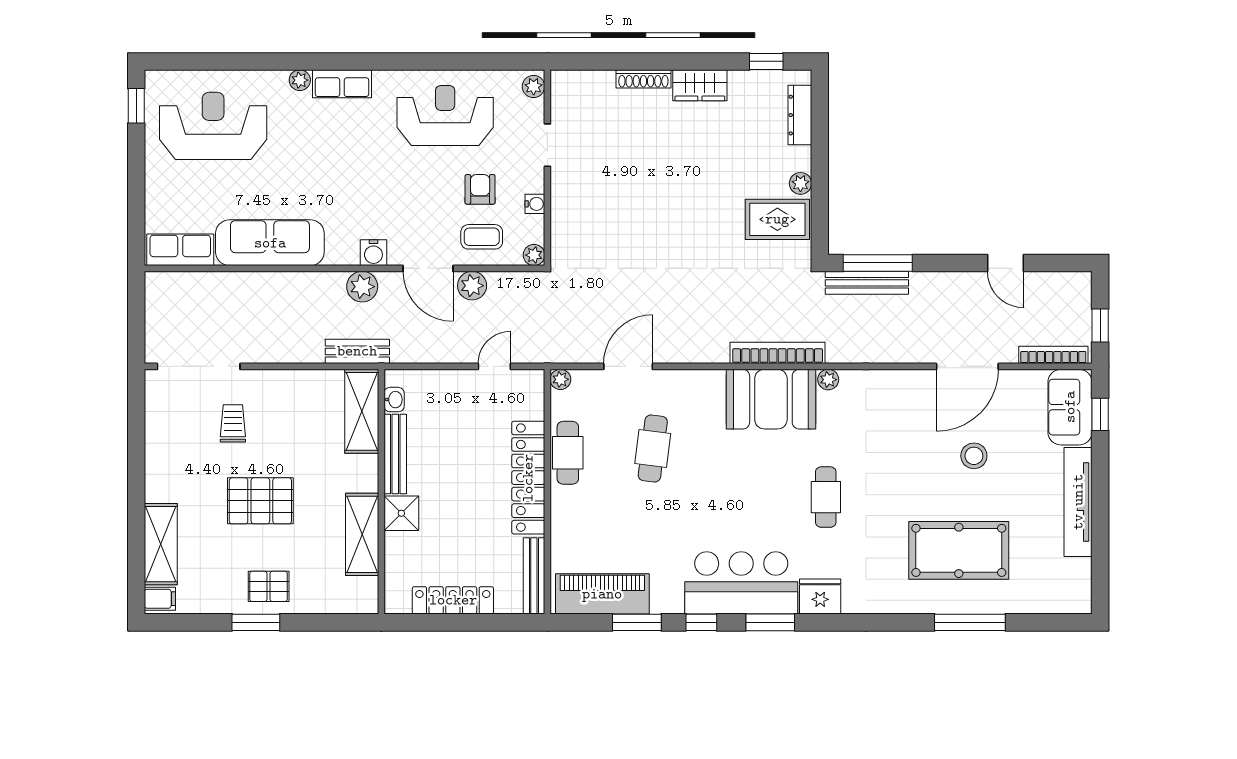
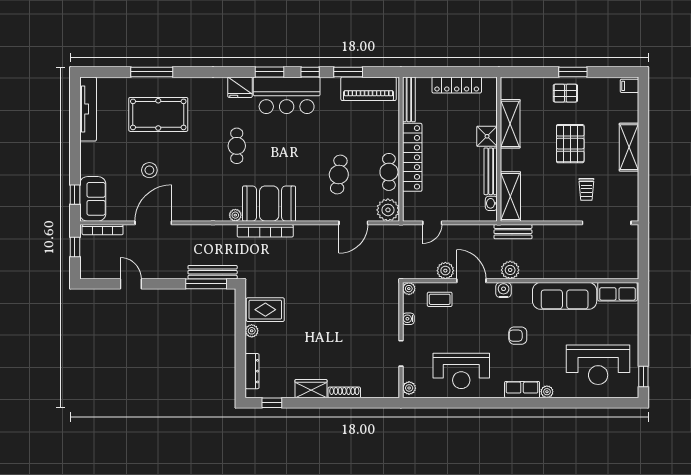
armchair: (480, 189) -> (518, 336), moved, turned 90
plant: (560, 379) -> (388, 210), width x1.87, depth x1.87
pallet: (260, 501) -> (570, 144), turned 90
tv unit: (1078, 502) -> (88, 109), moved
shelving: (161, 544) -> (629, 147), moved

